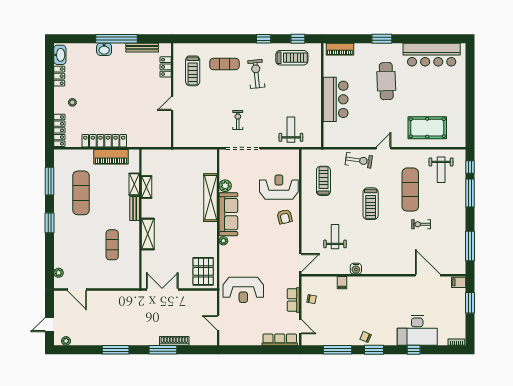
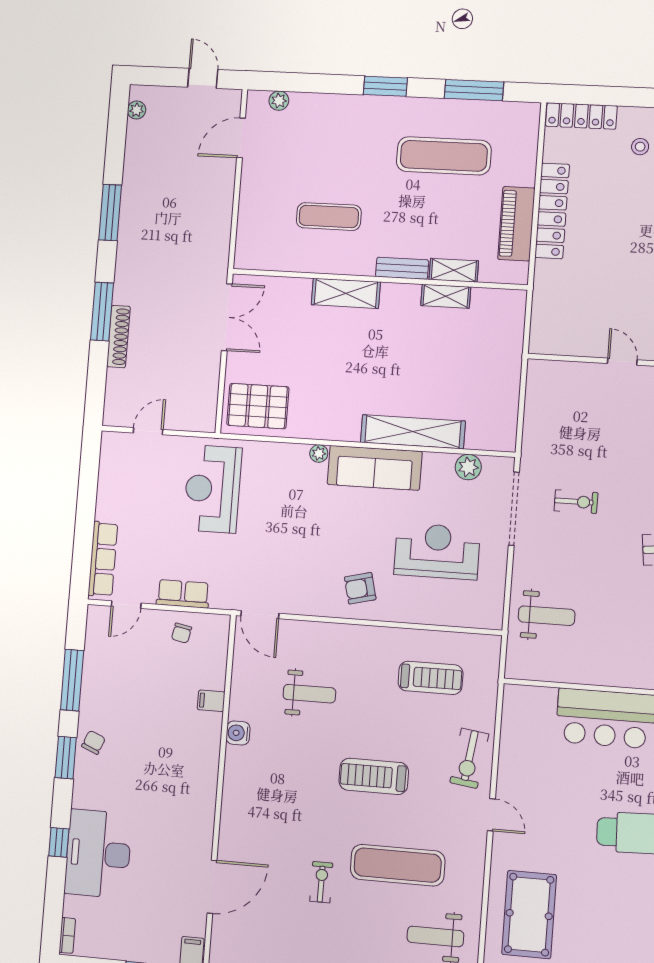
plant: (225, 186) -> (468, 467), moved
reception desk: (279, 187) -> (437, 551), moved, turned -90
door: (49, 325) -> (203, 78), moved

